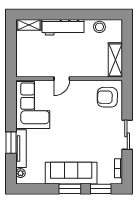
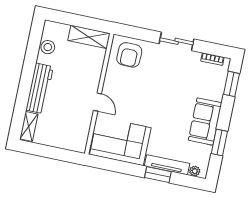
sofa: (71, 173) -> (205, 122), width x0.73
window: (70, 189) -> (219, 142), moved

